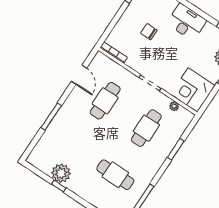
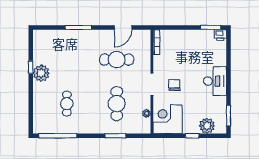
chair: (149, 32) -> (174, 85), moved
cafe table: (146, 128) -> (117, 104), turned 90
plant: (61, 173) -> (41, 73), moved
cafe table: (115, 175) -> (67, 104), width x0.73, depth x0.74

